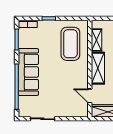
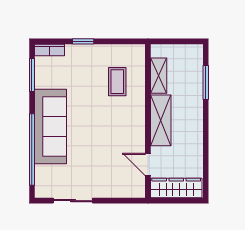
coffee table: (70, 44) -> (117, 82), width x0.54, depth x0.58

